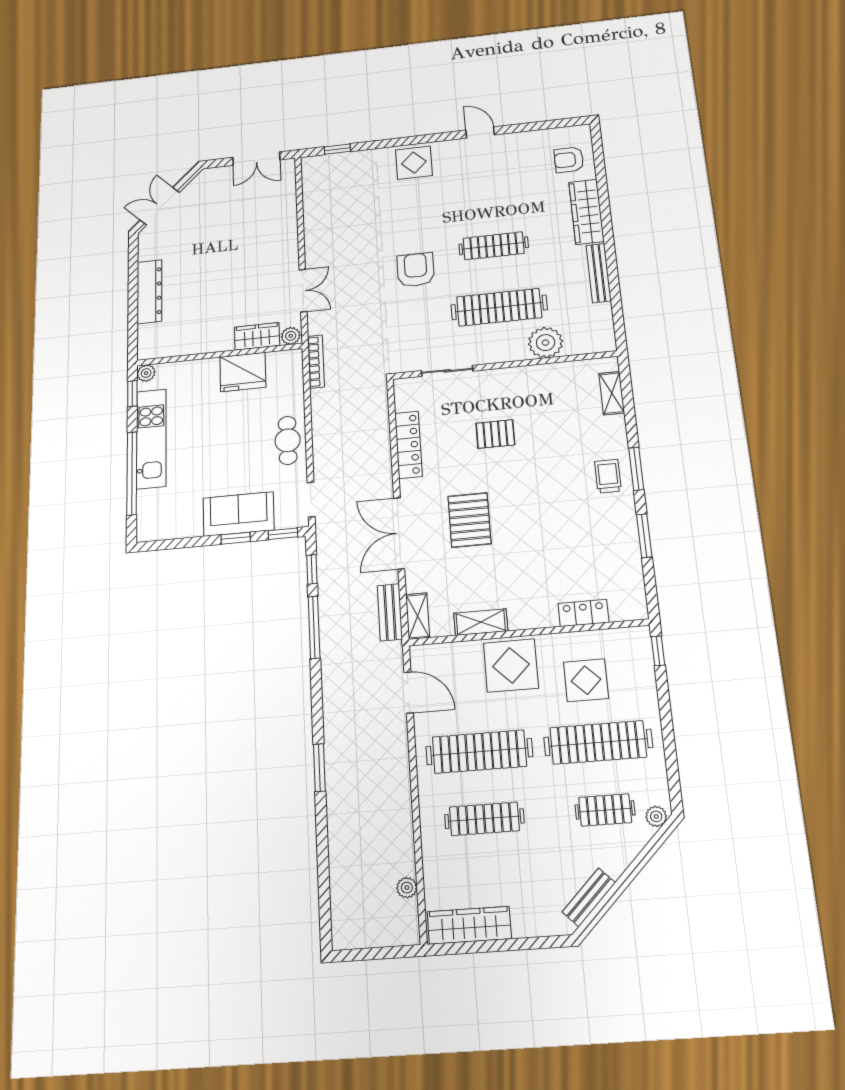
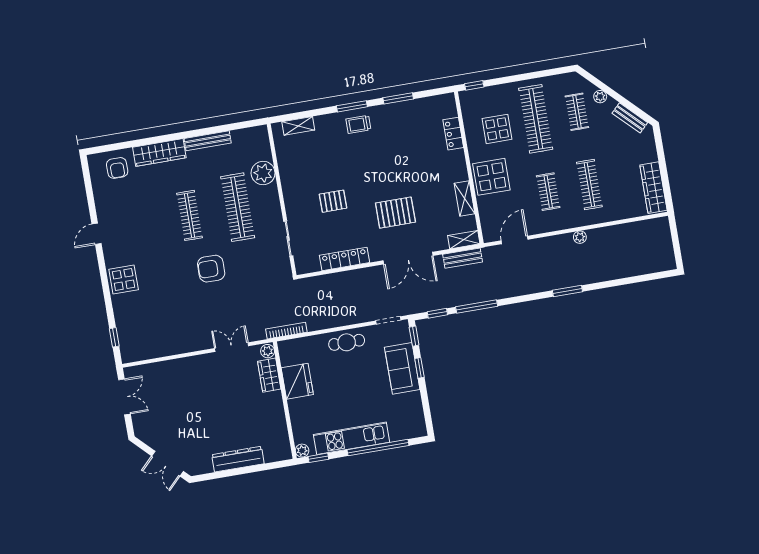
pallet: (495, 434) -> (333, 201), turned 90
clothes rail: (479, 752) -> (548, 192), width x0.54, depth x0.76
plant: (656, 816) -> (600, 97), moved
plant: (407, 888) -> (580, 237), moved

